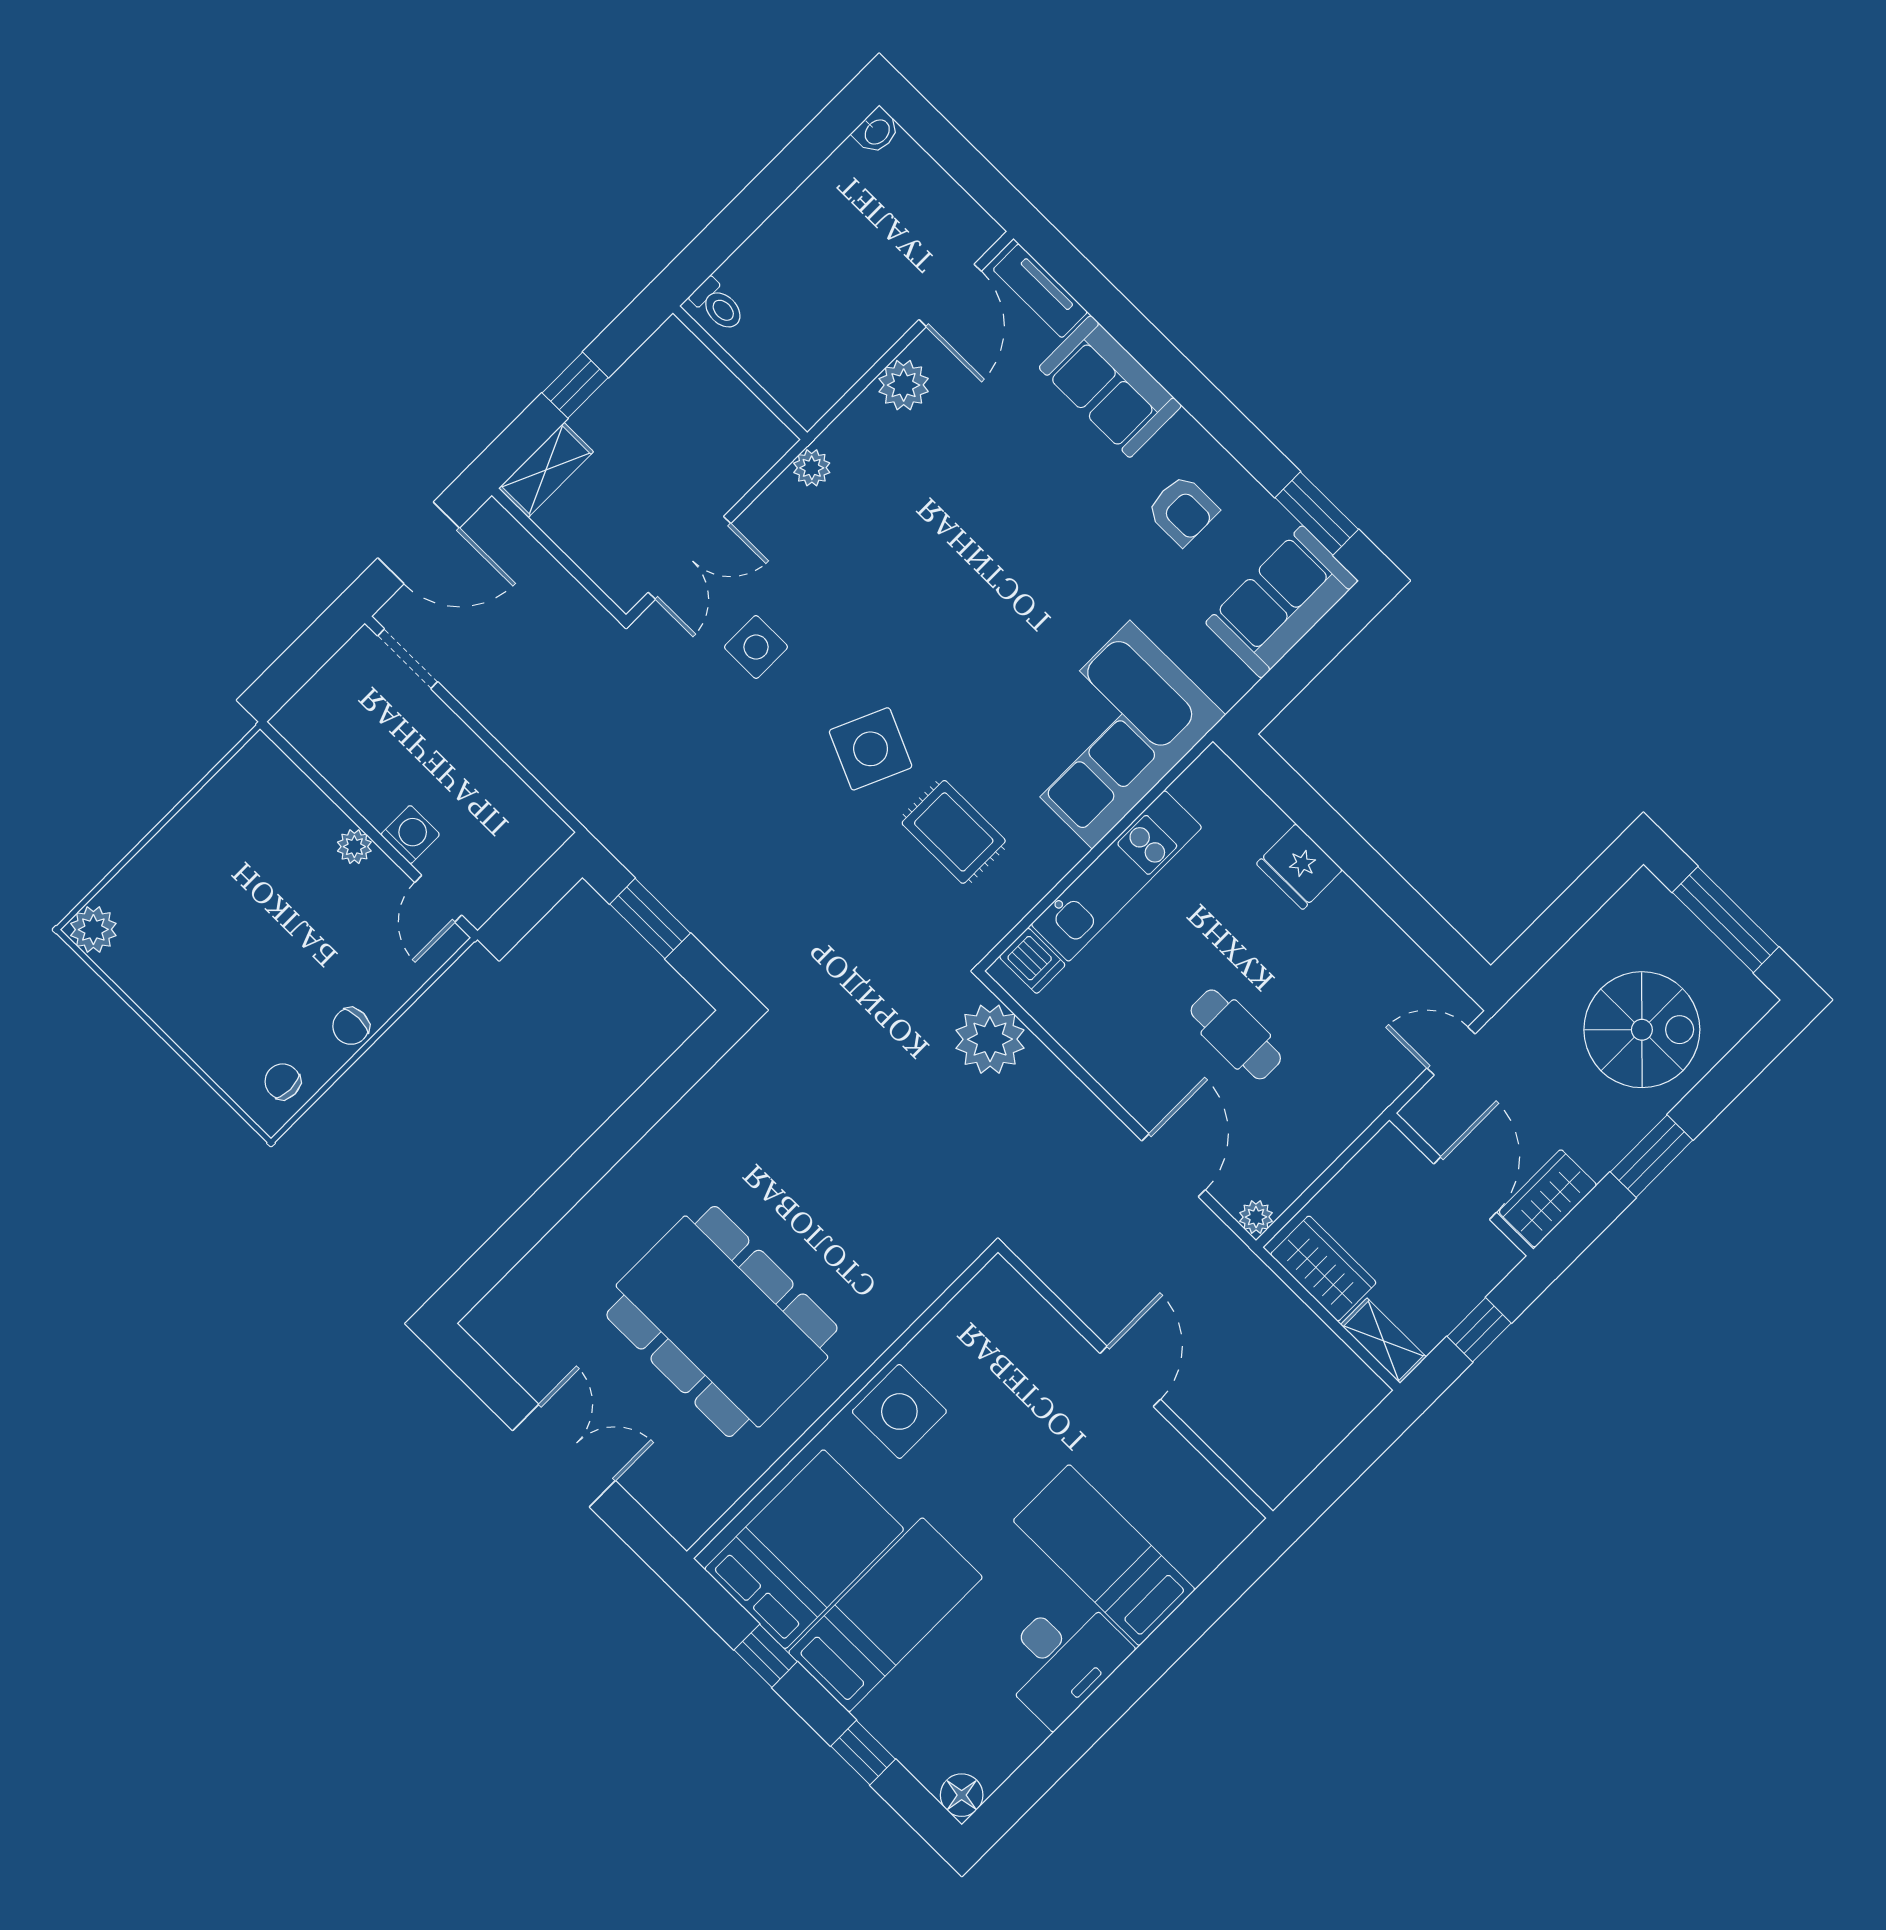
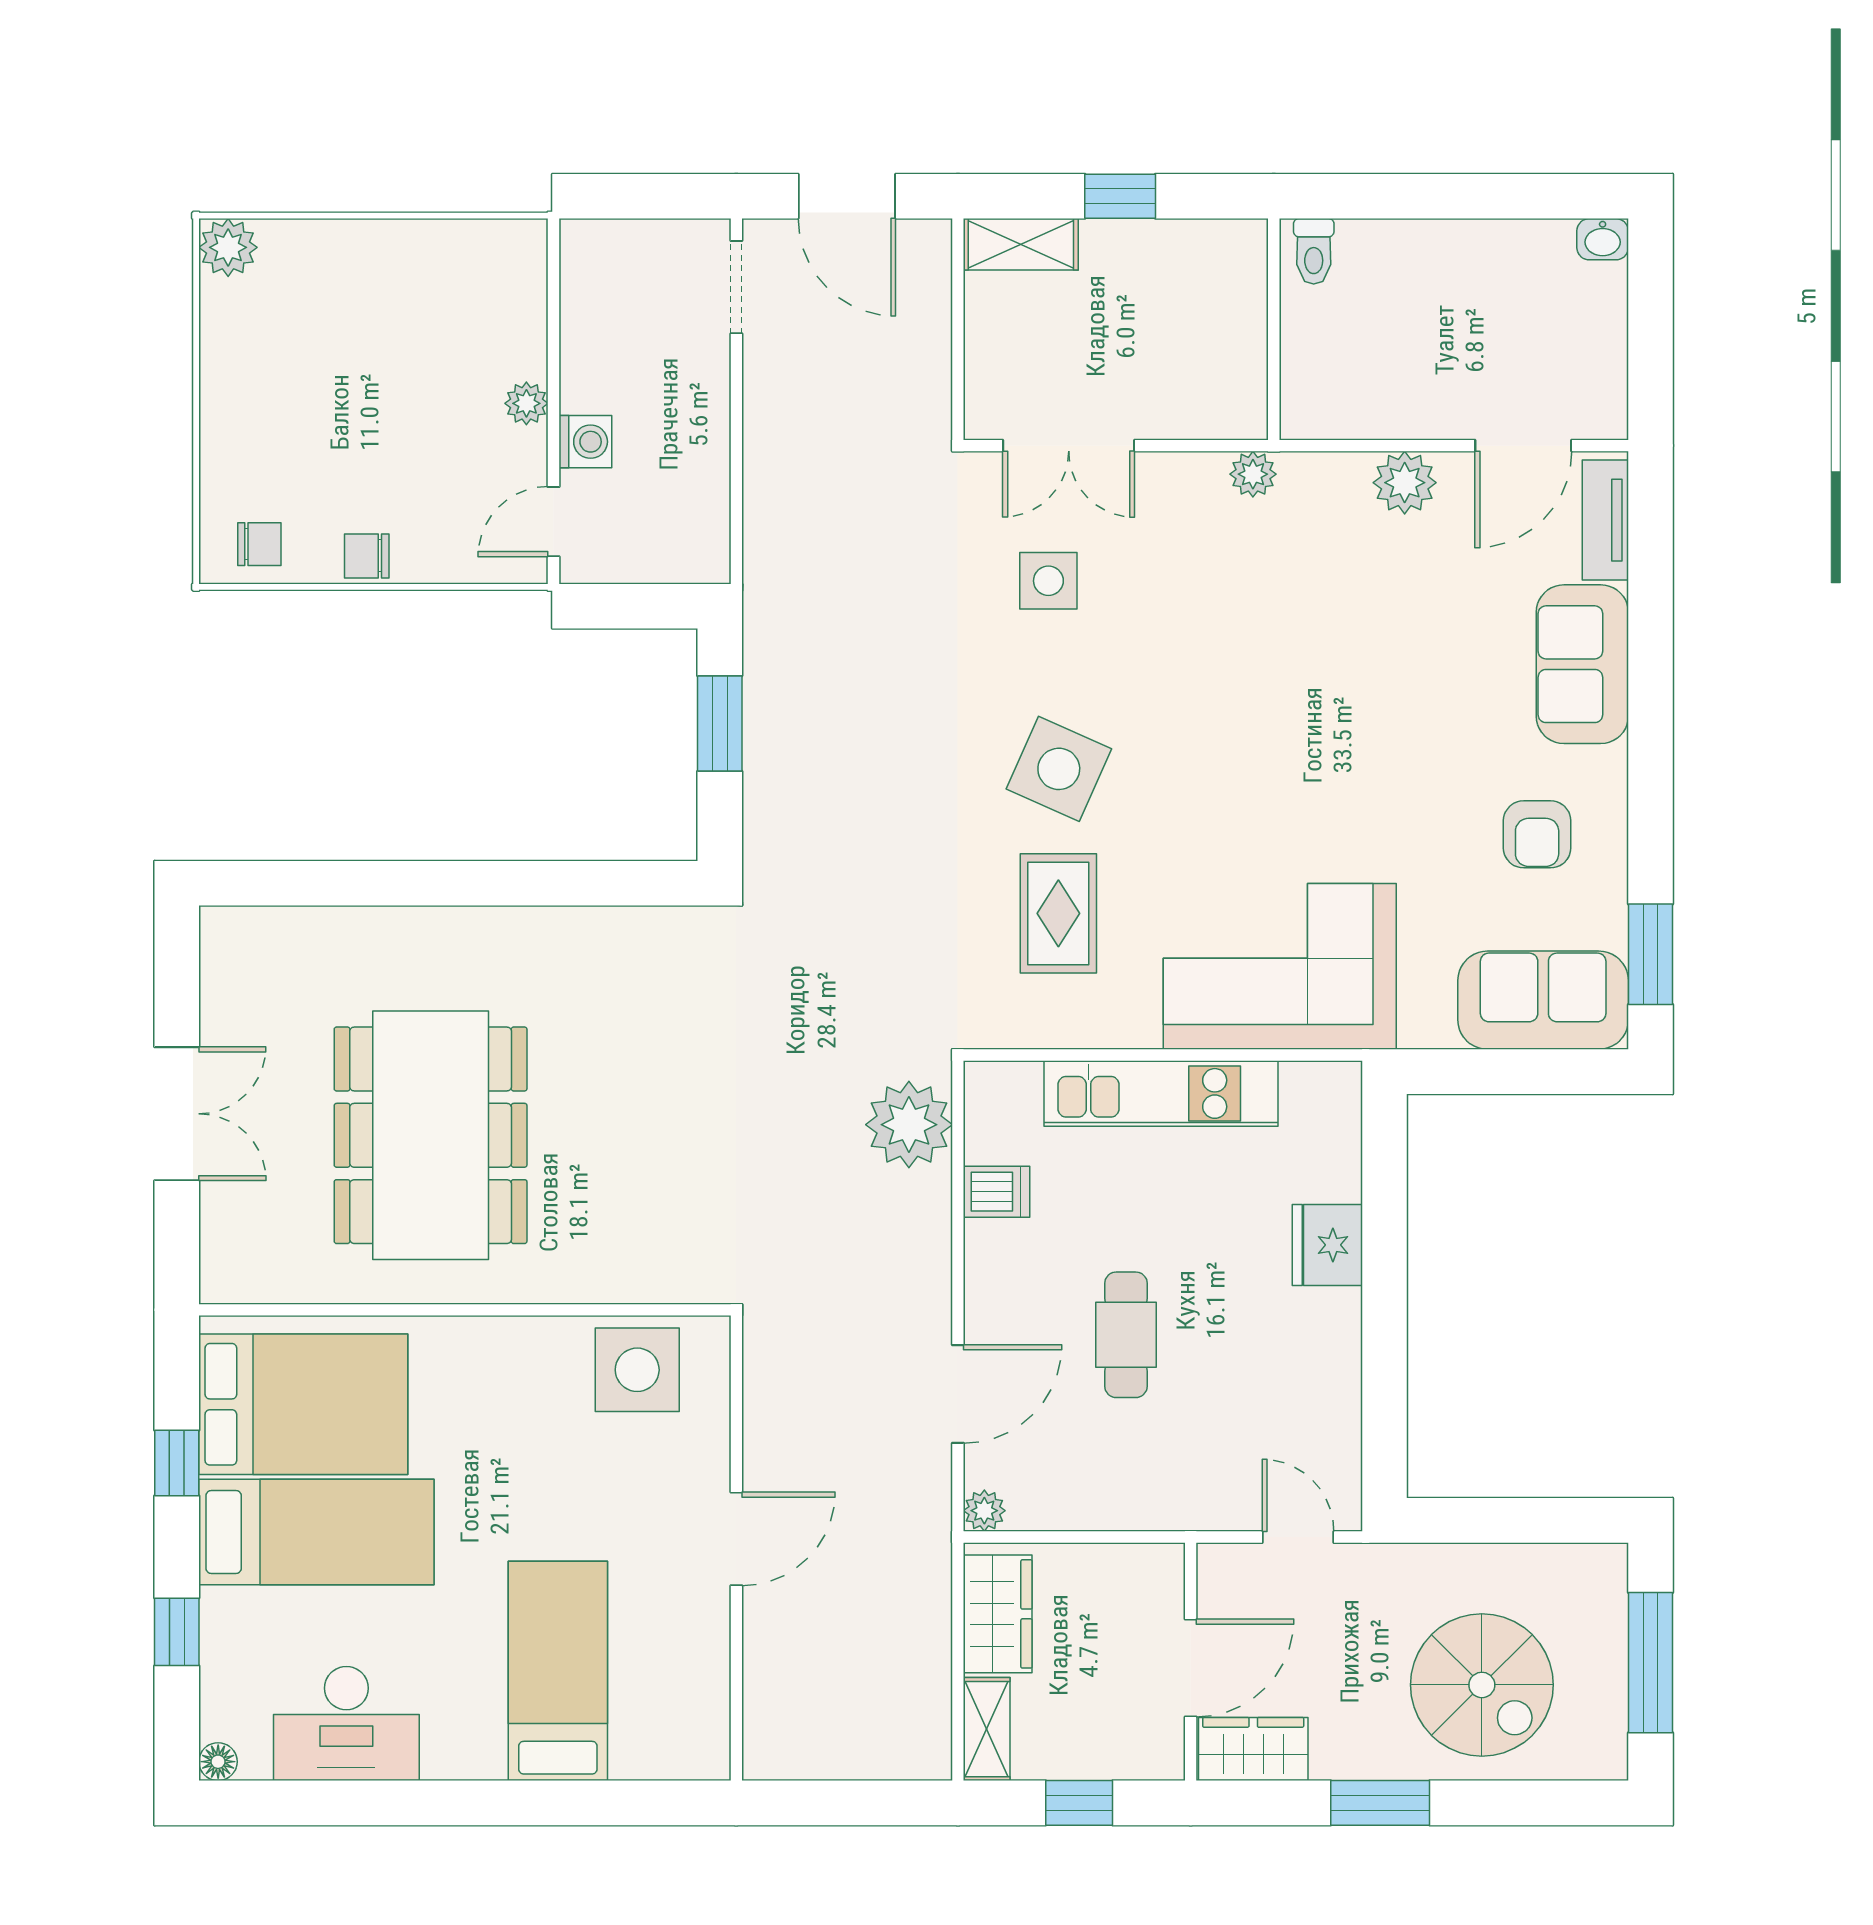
dishwasher: (1032, 961) -> (997, 1192), moved, turned -90
chair: (283, 1081) -> (259, 544), turned 90
side table: (899, 1411) -> (637, 1370), moved
desk: (1062, 1658) -> (346, 1724), moved
floor lamp: (962, 1795) -> (218, 1762), width x0.73, depth x0.73

